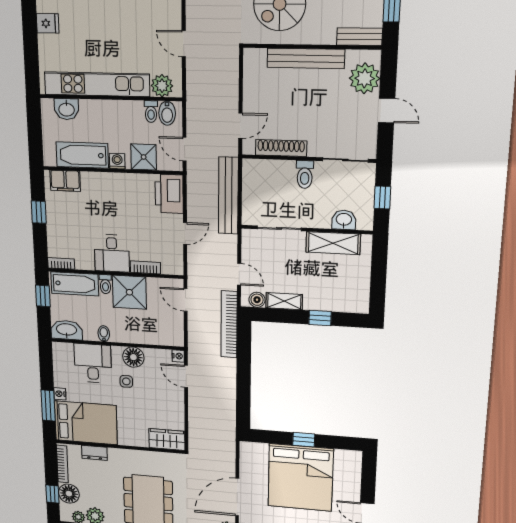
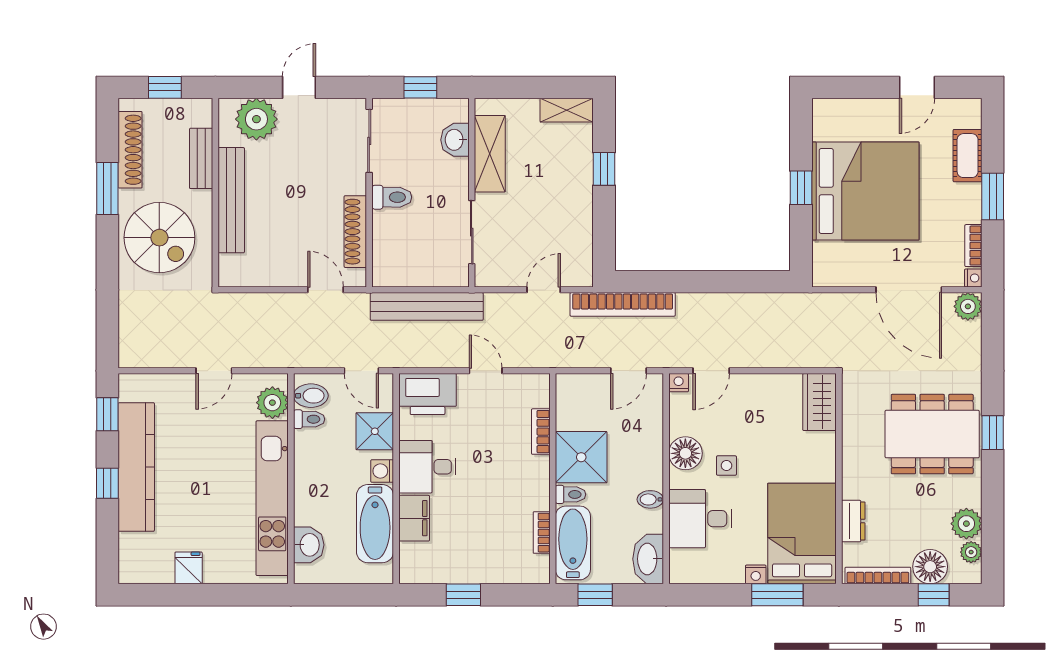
bench: (359, 37) -> (201, 158), moved
door: (184, 149) -> (361, 371), hinge flipped
filing cabinet: (65, 181) -> (414, 518), moved
desk: (112, 253) -> (427, 467), moved, turned 180
bookcase: (61, 263) -> (542, 533), moved
door: (185, 300) -> (628, 371), moved
boiler: (257, 300) -> (581, 263), removed
shelving: (284, 301) -> (567, 110), moved, turned 90

